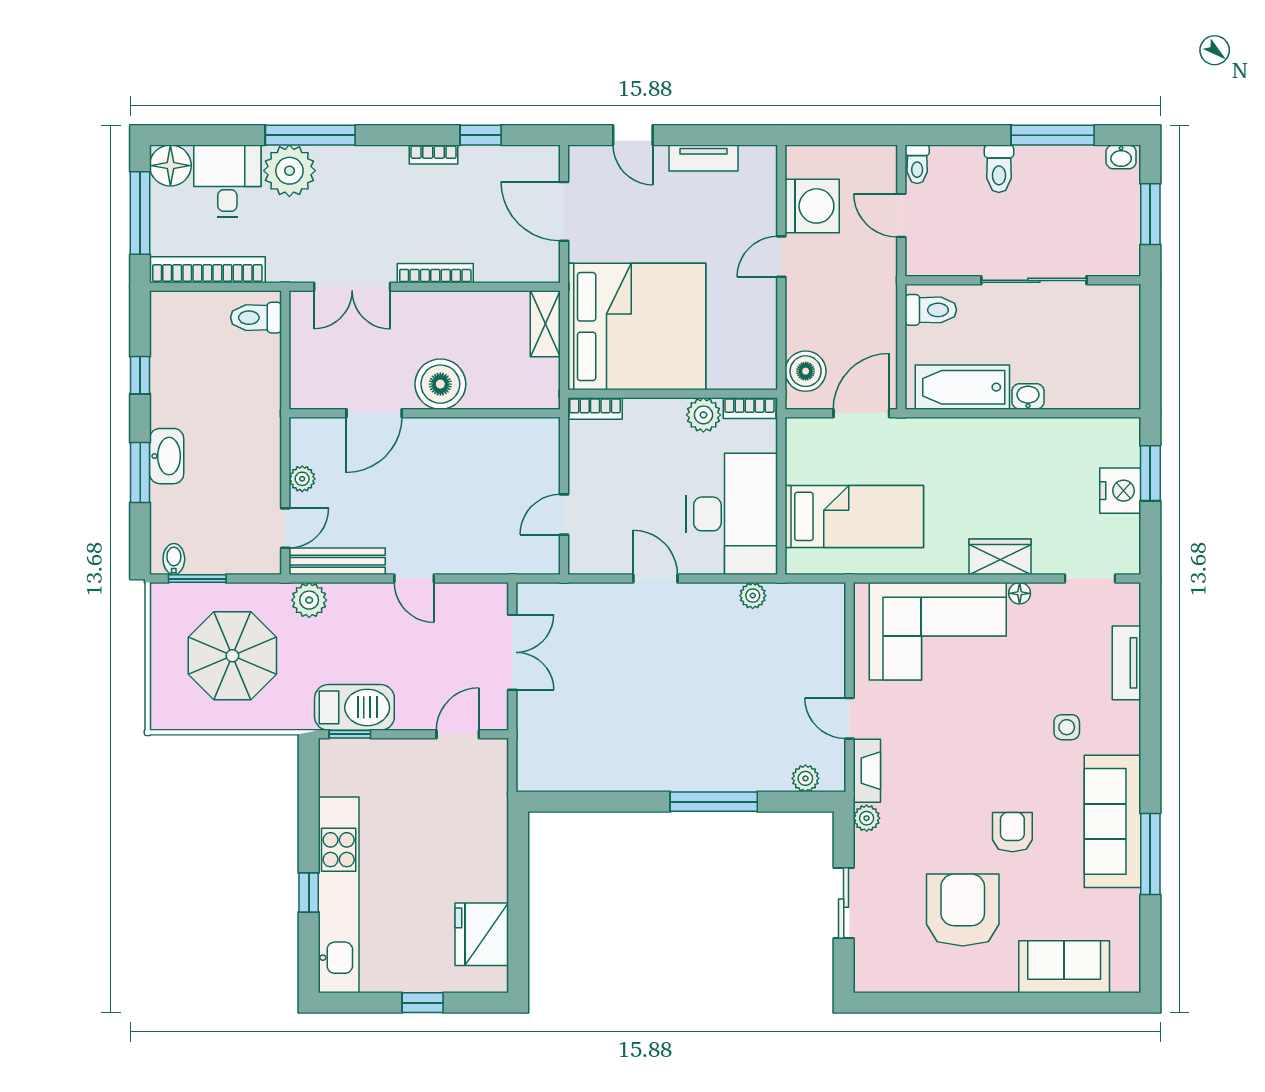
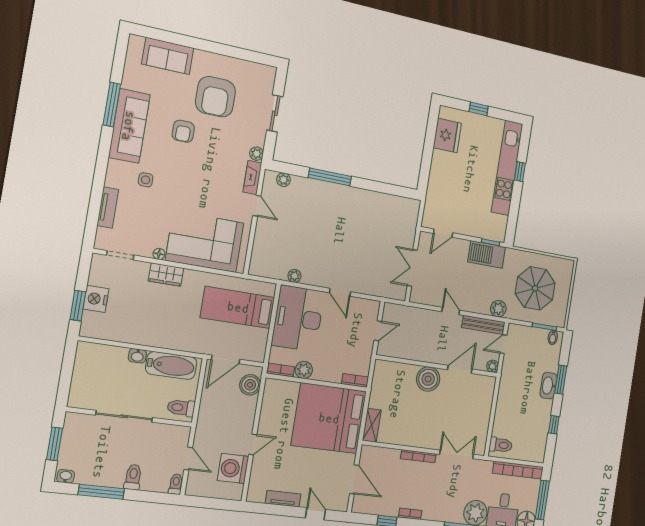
boiler: (440, 384) -> (428, 379), moved
door: (374, 413) -> (460, 369), moved
wall: (425, 413) -> (437, 366), moved

